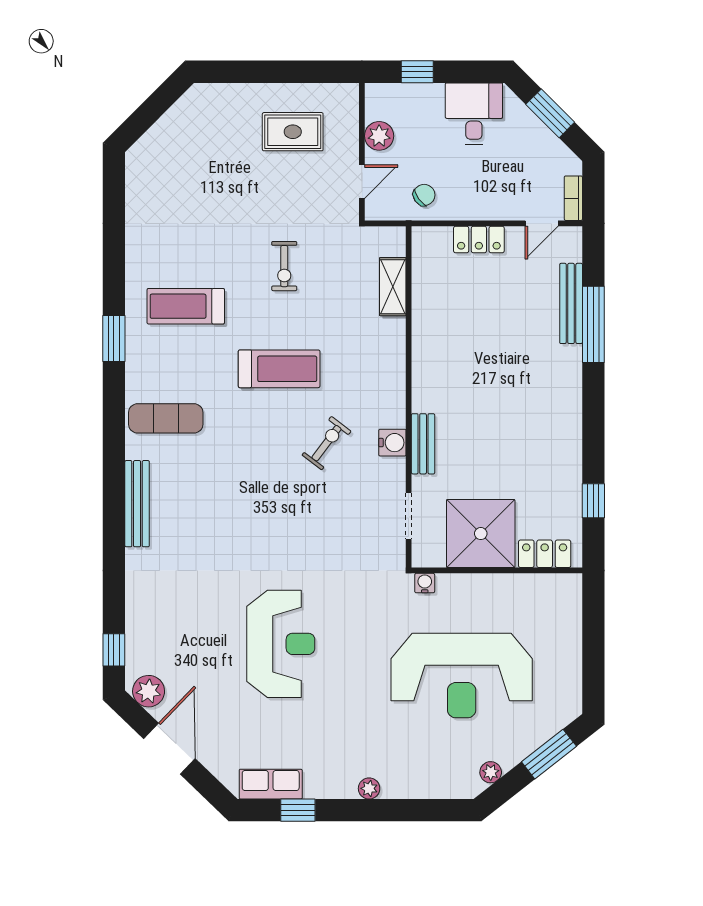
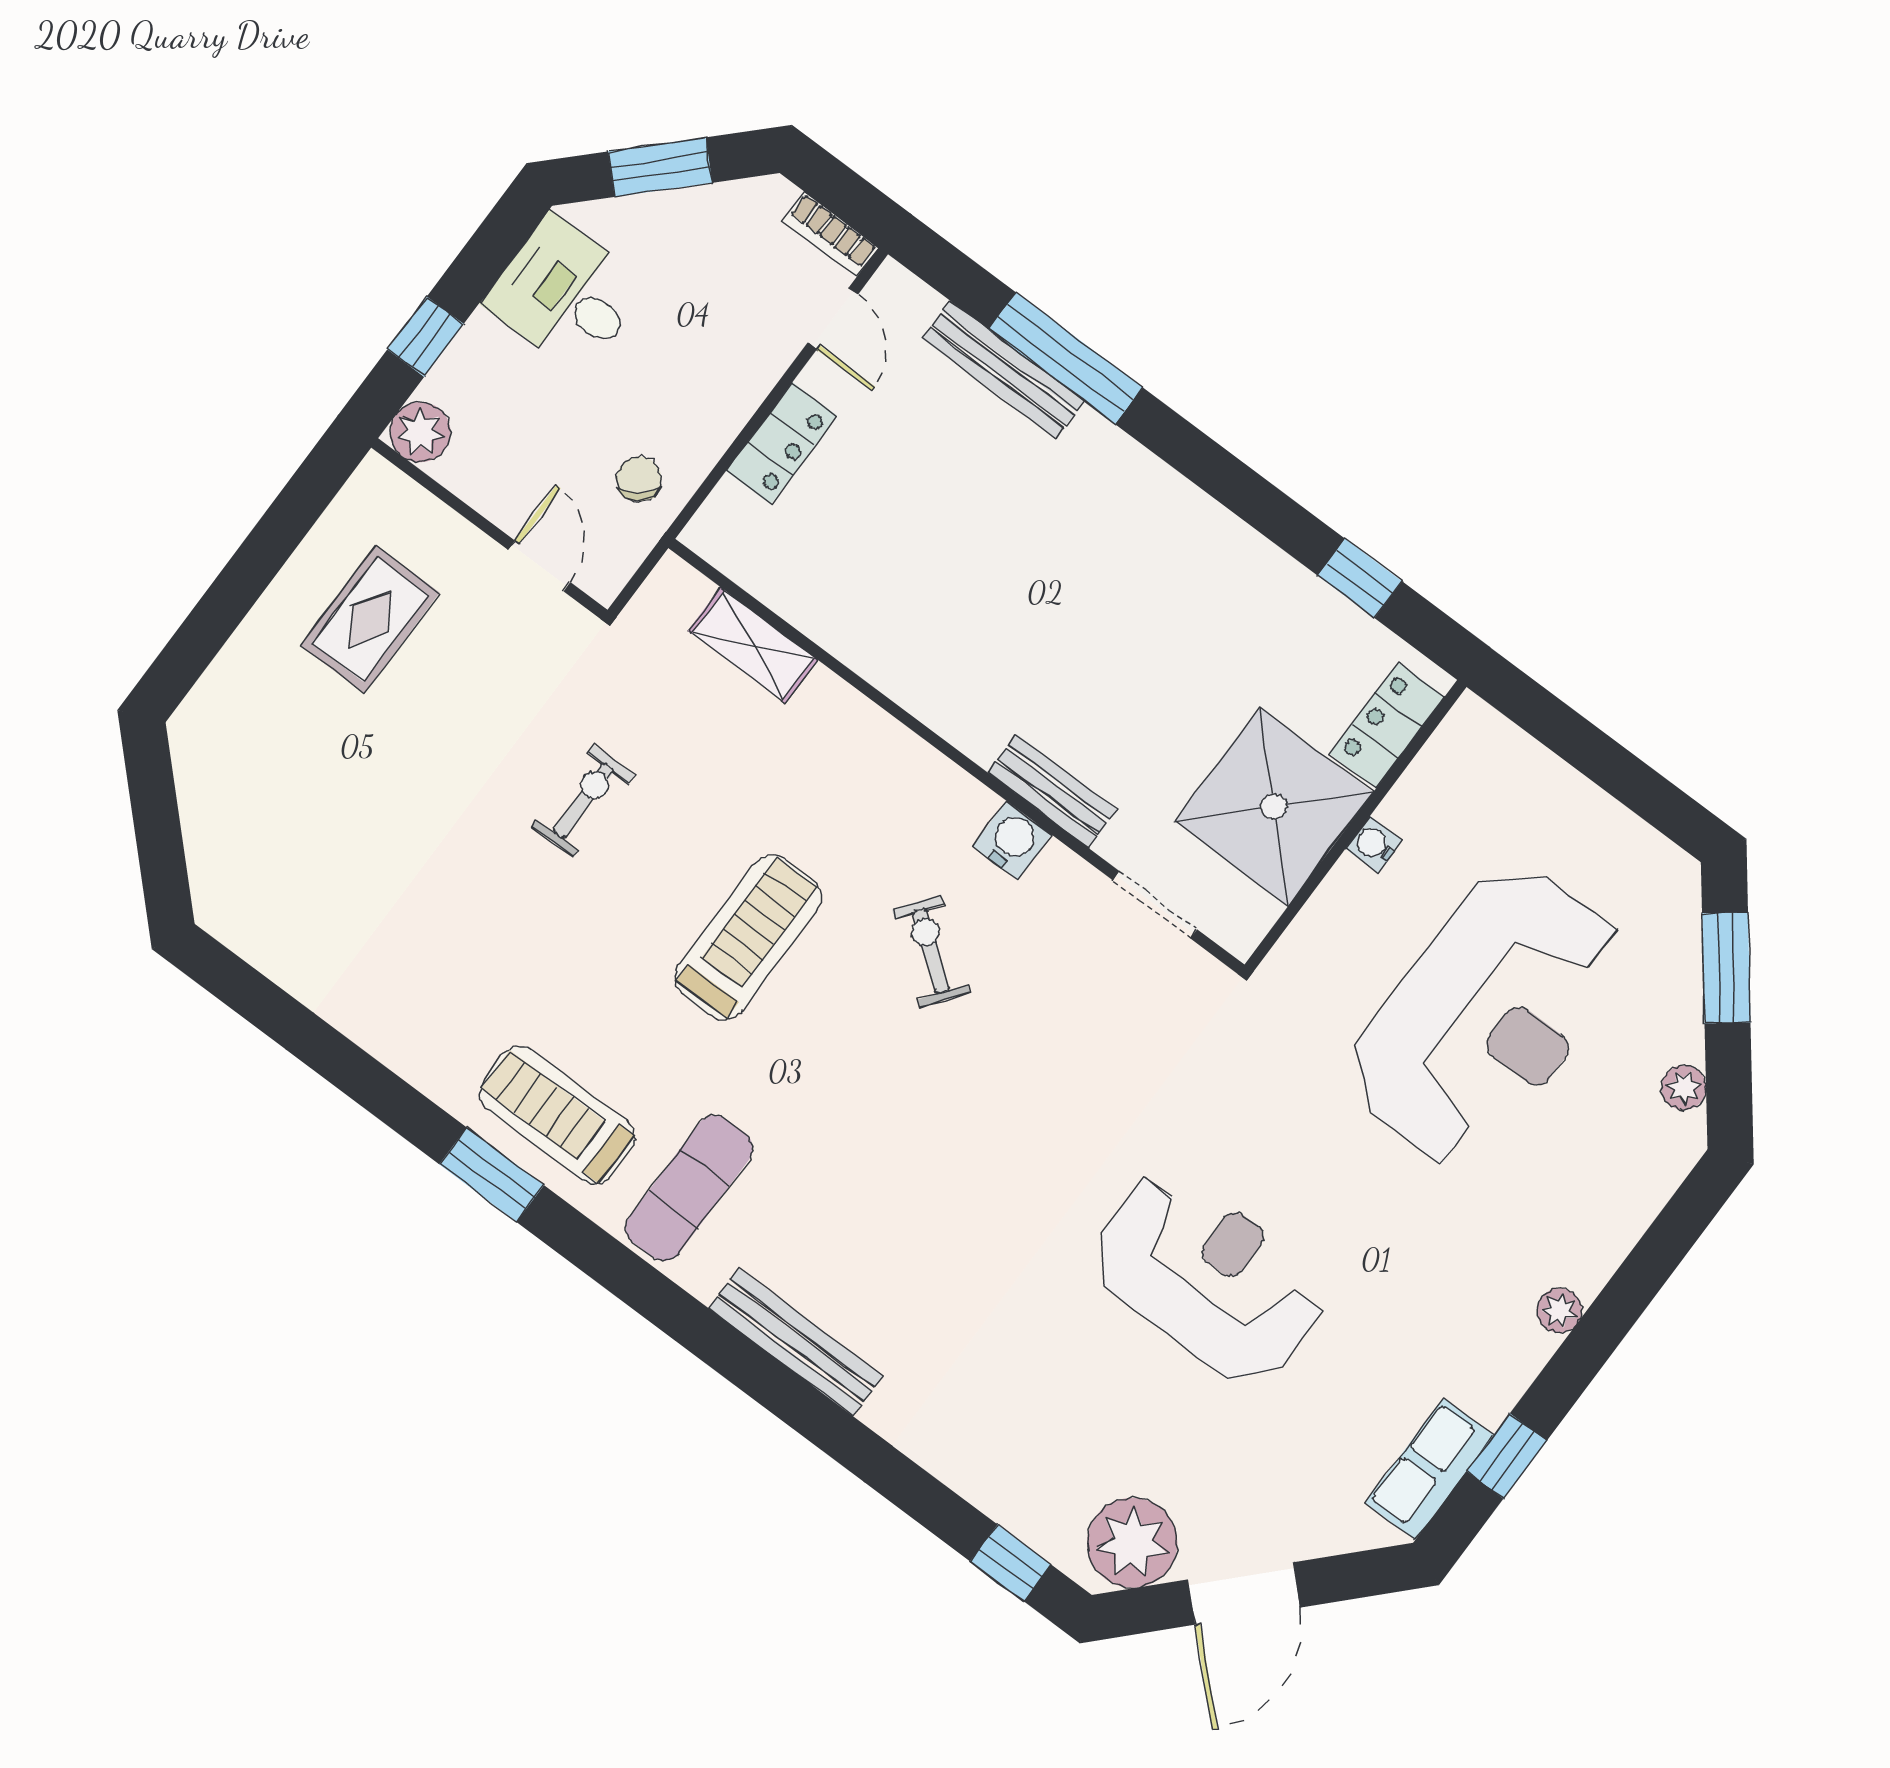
plant: (379, 136) -> (420, 432), moved
exercise bike: (284, 266) -> (583, 801), turned -90
treadmill: (186, 306) -> (557, 1115), moved, turned 90
water cooler: (425, 583) -> (1374, 845), moved
plant: (149, 691) -> (1132, 1543), width x1.36, depth x1.36
door: (169, 749) -> (1244, 1594), swing flipped

